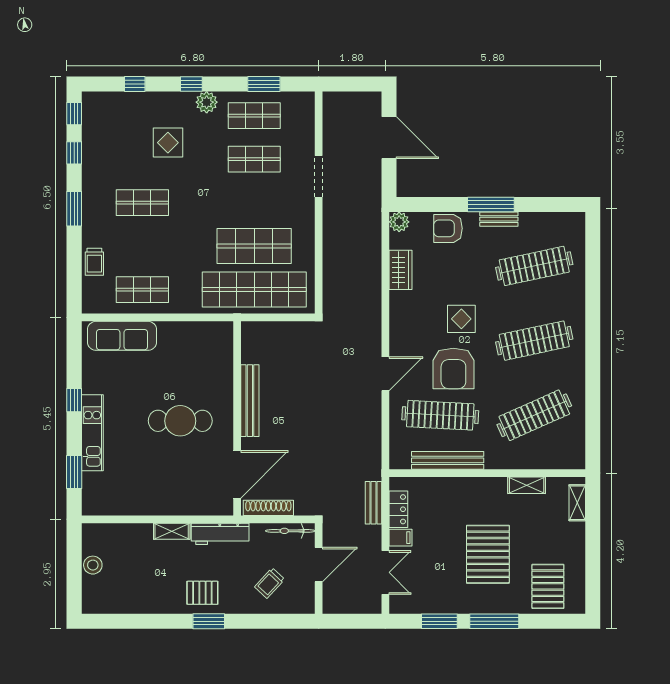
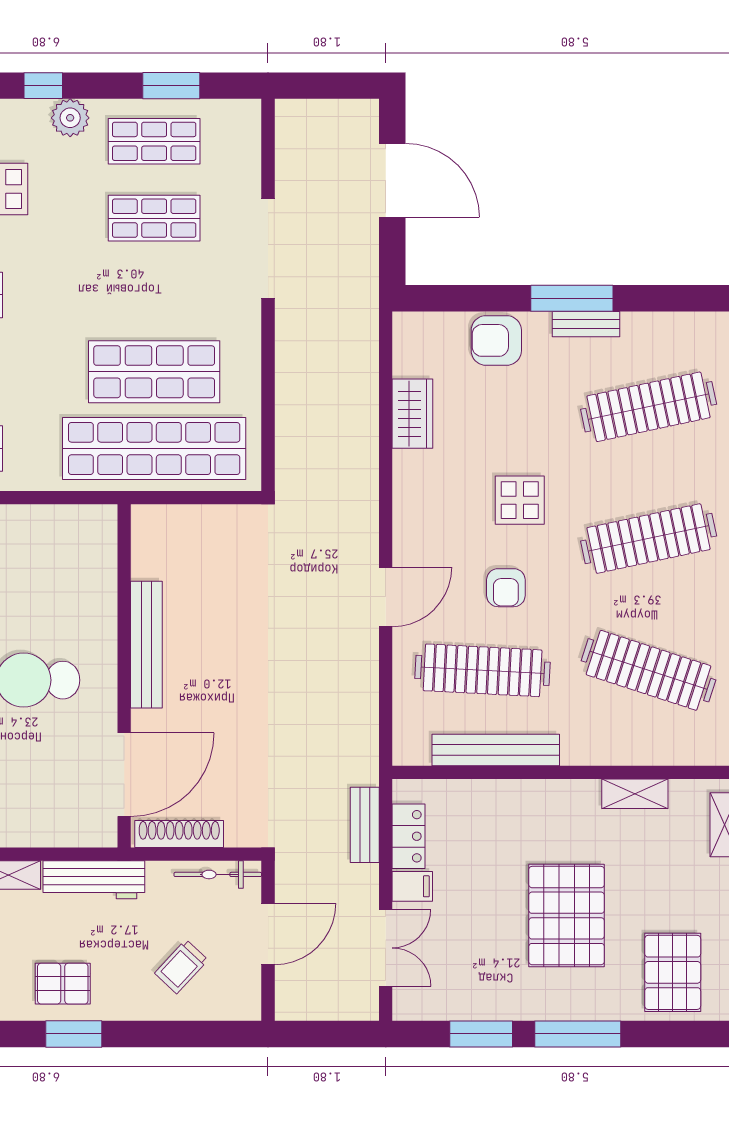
doorway: (319, 176) -> (268, 249), width x1.36
plant: (399, 222) -> (410, 329), removed
armchair: (453, 368) -> (506, 588), width x0.53, depth x0.53
clothes rail: (534, 415) -> (649, 670), turned 42

